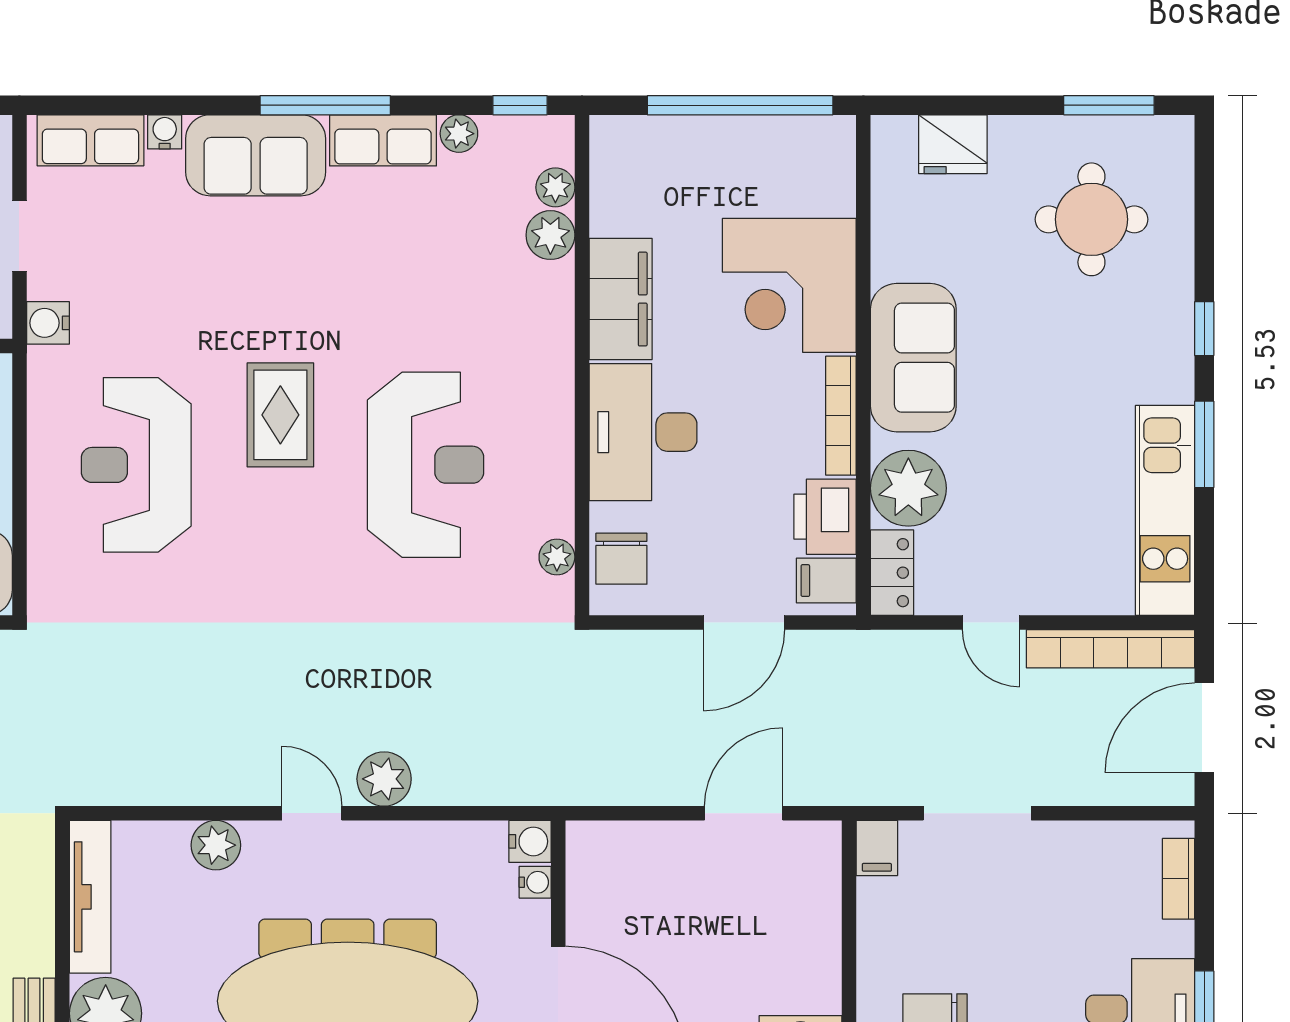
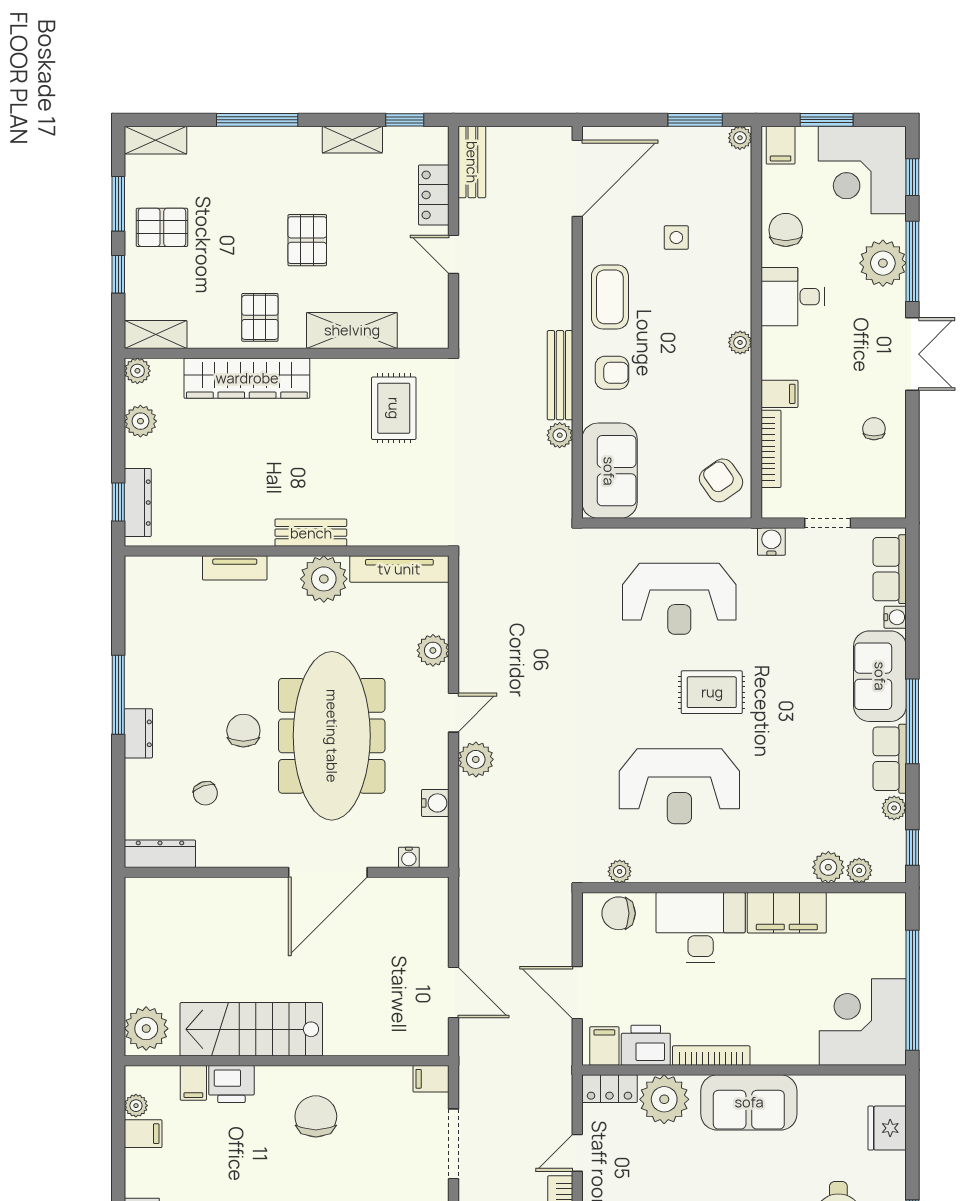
corner desk: (789, 285) -> (863, 1022), moved
reception desk: (136, 465) -> (679, 599), turned 180
water cooler: (530, 841) -> (435, 803), moved, turned -90

